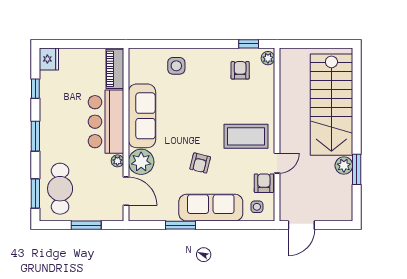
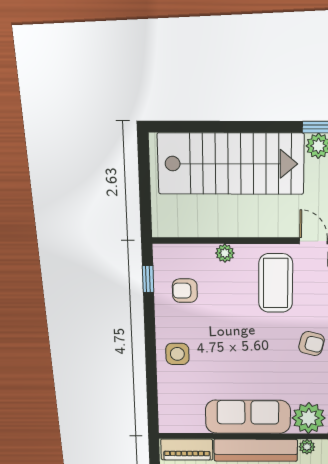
plant: (268, 58) -> (225, 253), moved
side table: (176, 66) -> (177, 354), moved

